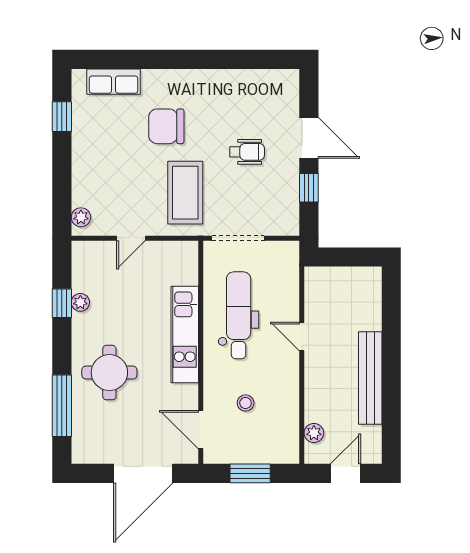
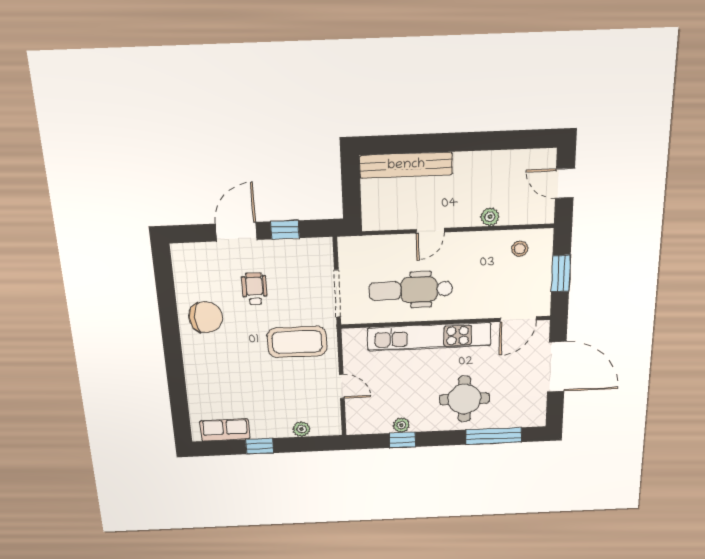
row of seats: (114, 82) -> (225, 430), moved, turned -90
window: (62, 117) -> (259, 446), moved
chair: (166, 126) -> (206, 317), moved, turned -90
plant: (81, 217) -> (301, 429), moved
kitchen unit: (185, 334) -> (429, 337), width x1.36
bench: (370, 378) -> (406, 165), moved
stool: (246, 403) -> (520, 249), moved
plant: (314, 433) -> (490, 217), moved

